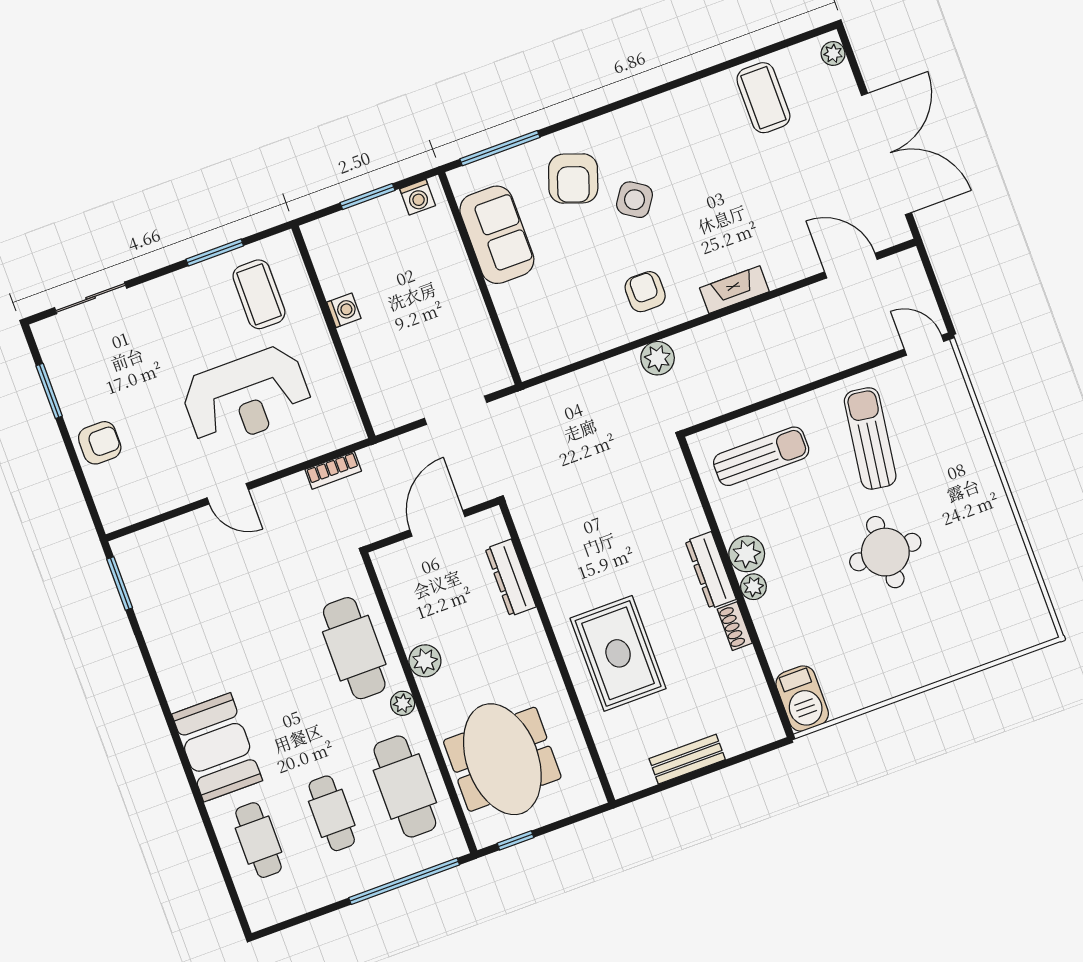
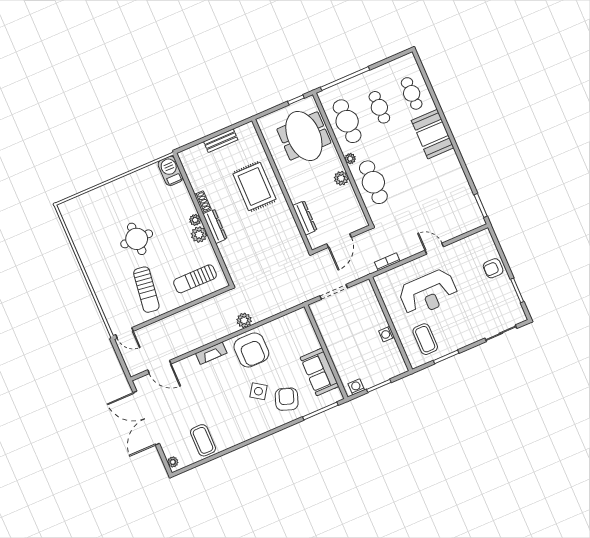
armchair: (645, 292) -> (251, 350), width x1.88, depth x1.88
reception desk: (246, 397) -> (428, 293), turned 180

